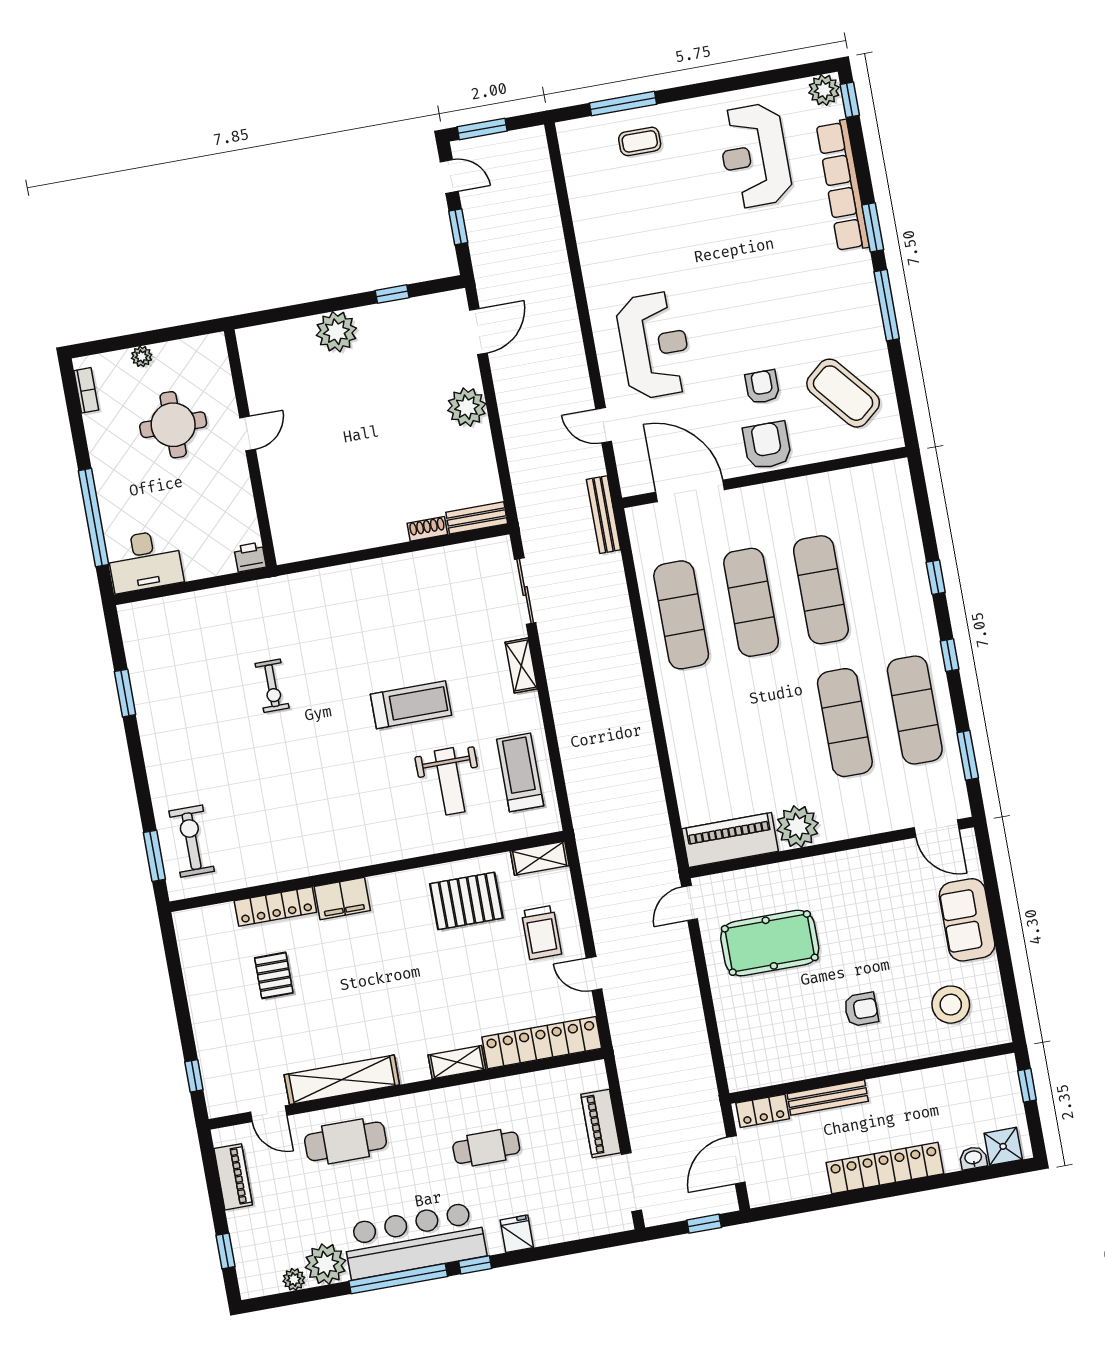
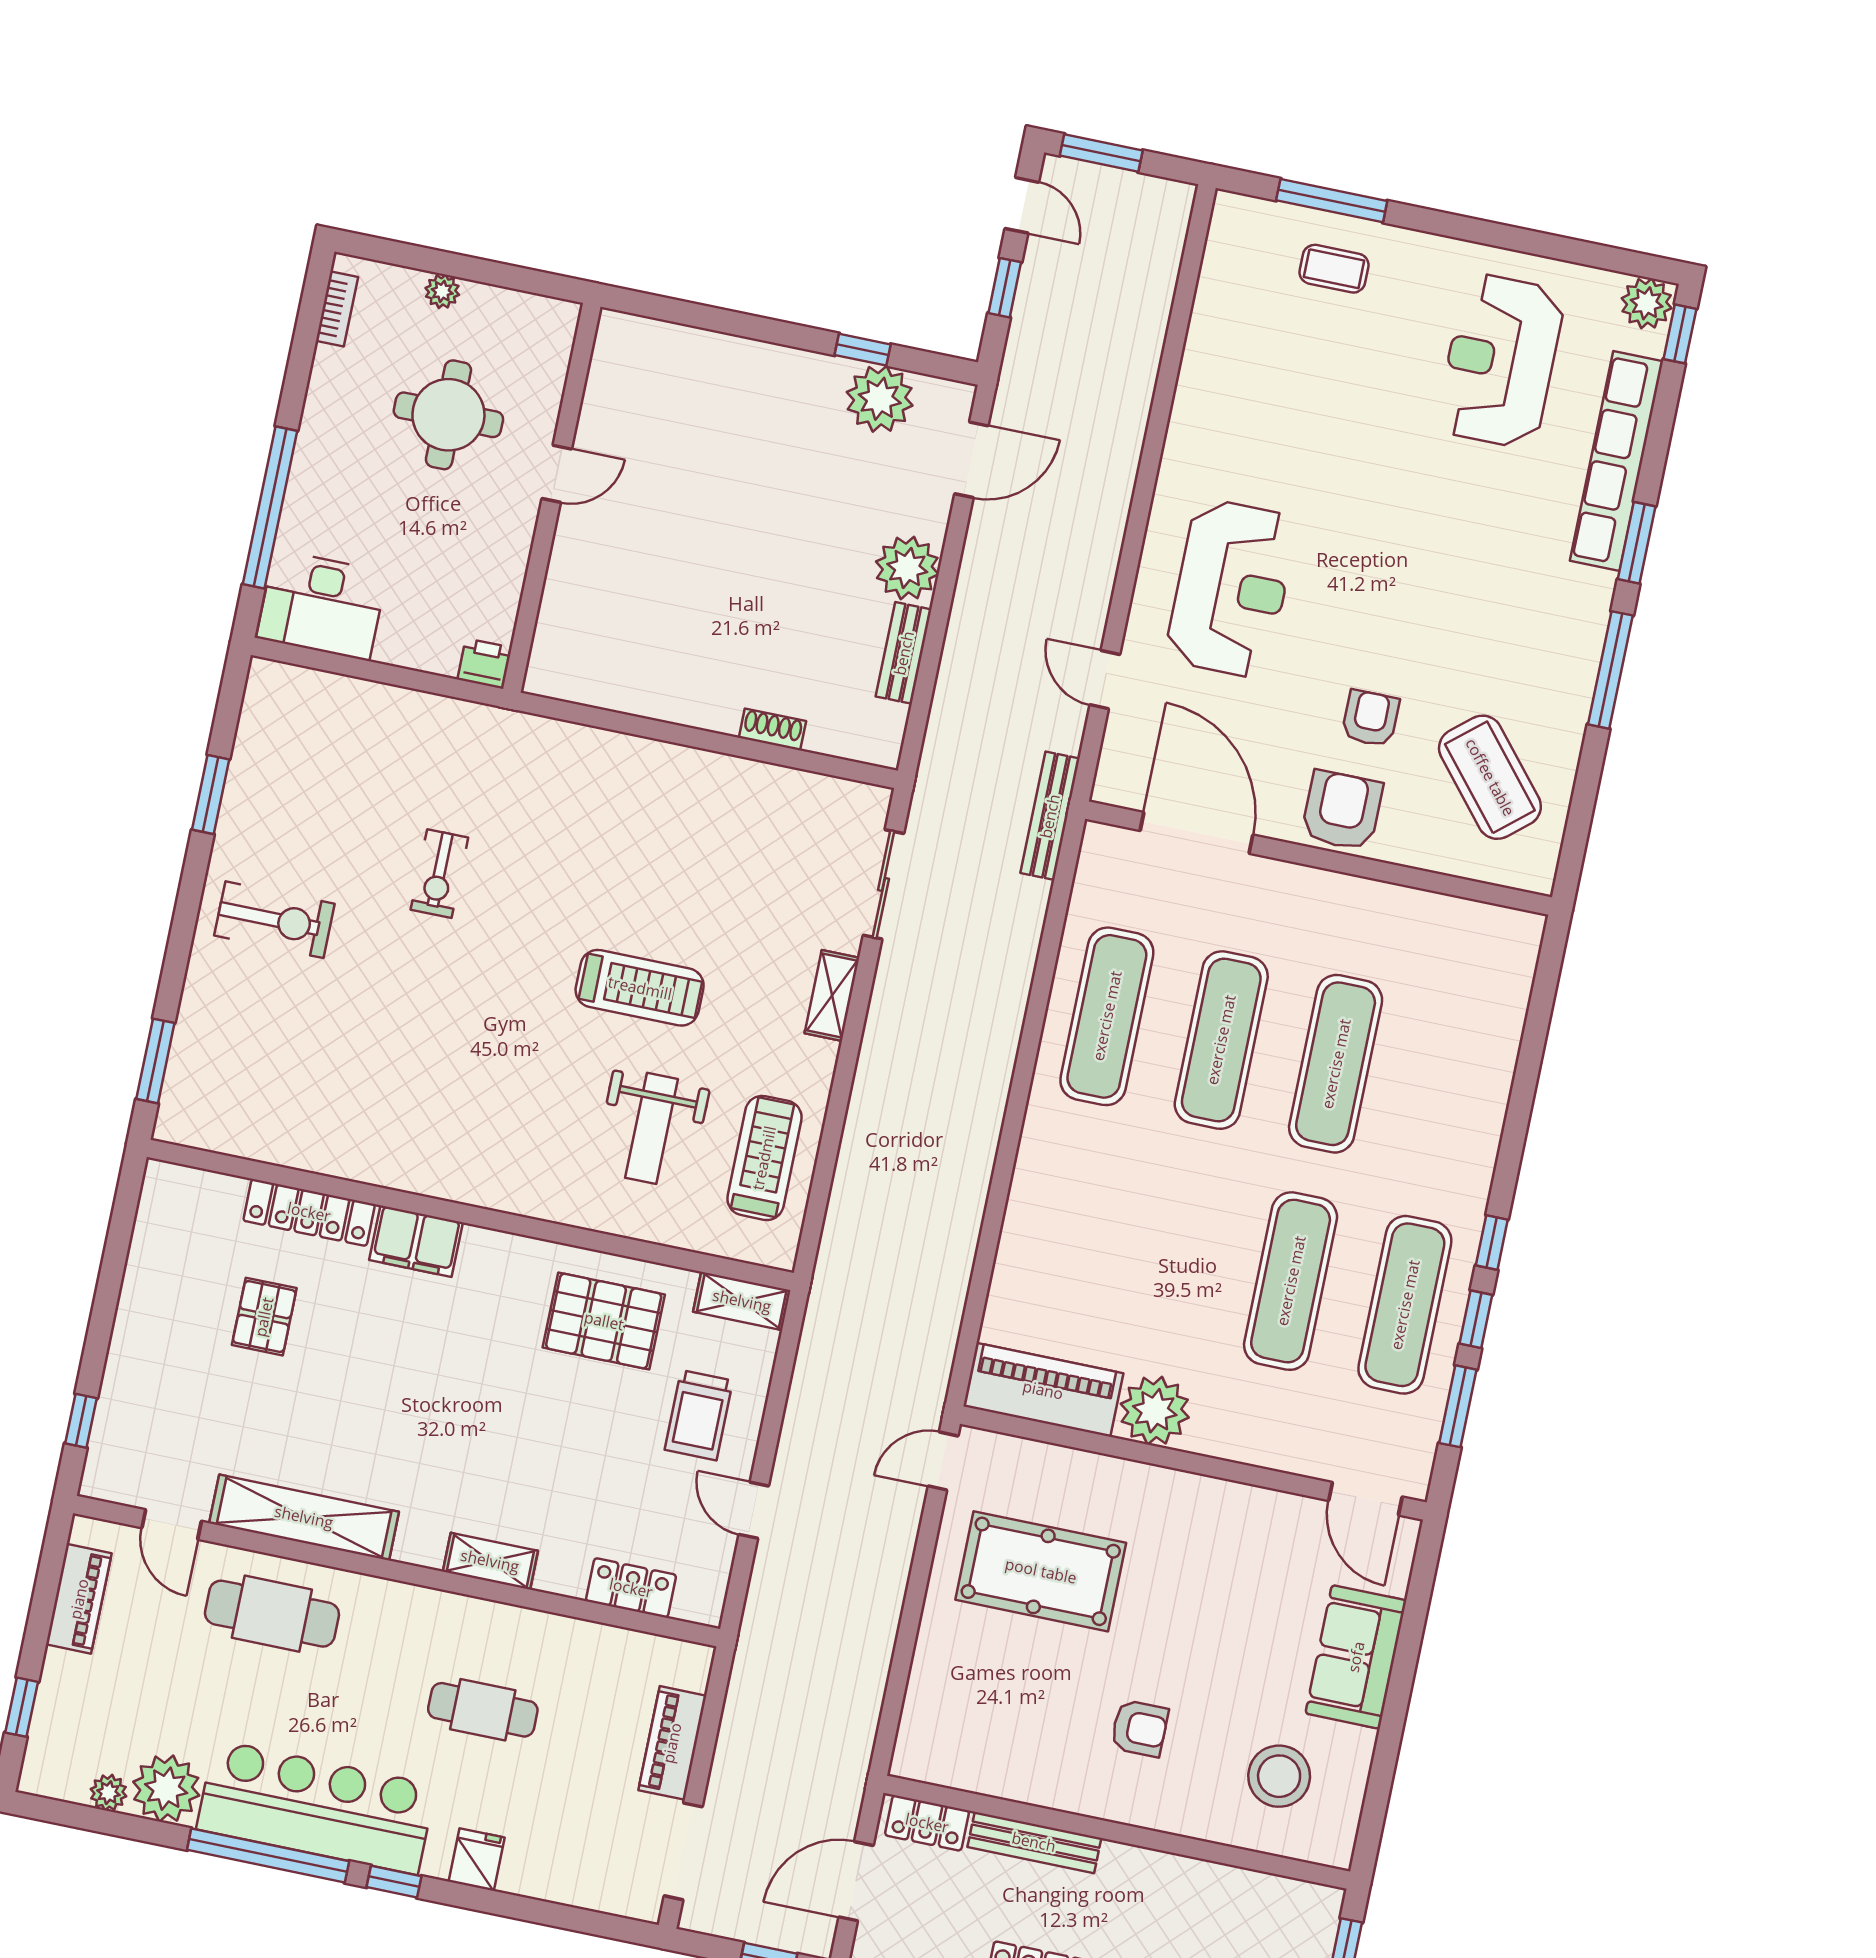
plant: (336, 332) -> (880, 399), moved
bench: (477, 518) -> (904, 653), moved, turned 90
window: (936, 577) -> (1476, 1319), moved
exercise bike: (192, 841) -> (274, 920), moved, turned 90
locker: (542, 1043) -> (631, 1588), width x0.46, depth x0.83

